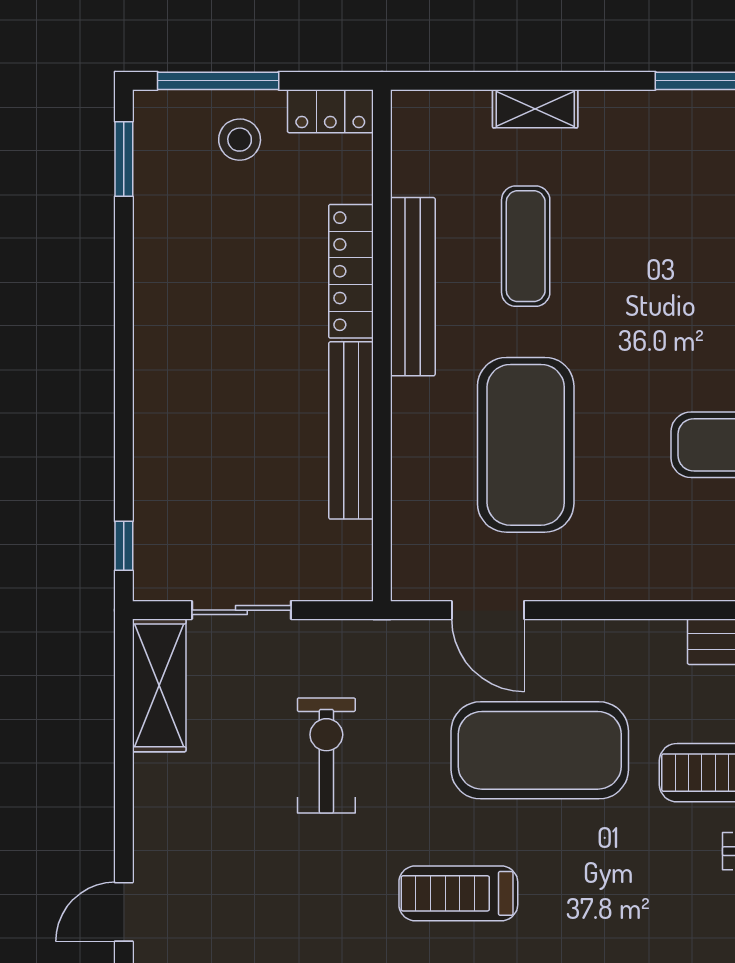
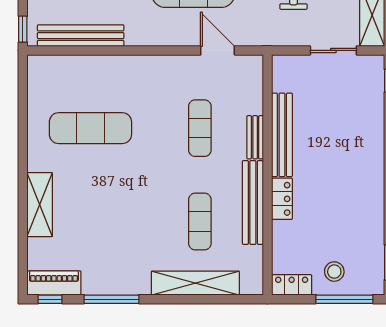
shelving: (535, 109) -> (195, 283), width x2.20, depth x1.33
locker: (351, 271) -> (282, 199), width x0.66
bench: (408, 425) -> (255, 137), added
exercise mat: (526, 445) -> (200, 128), width x0.50, depth x0.69

